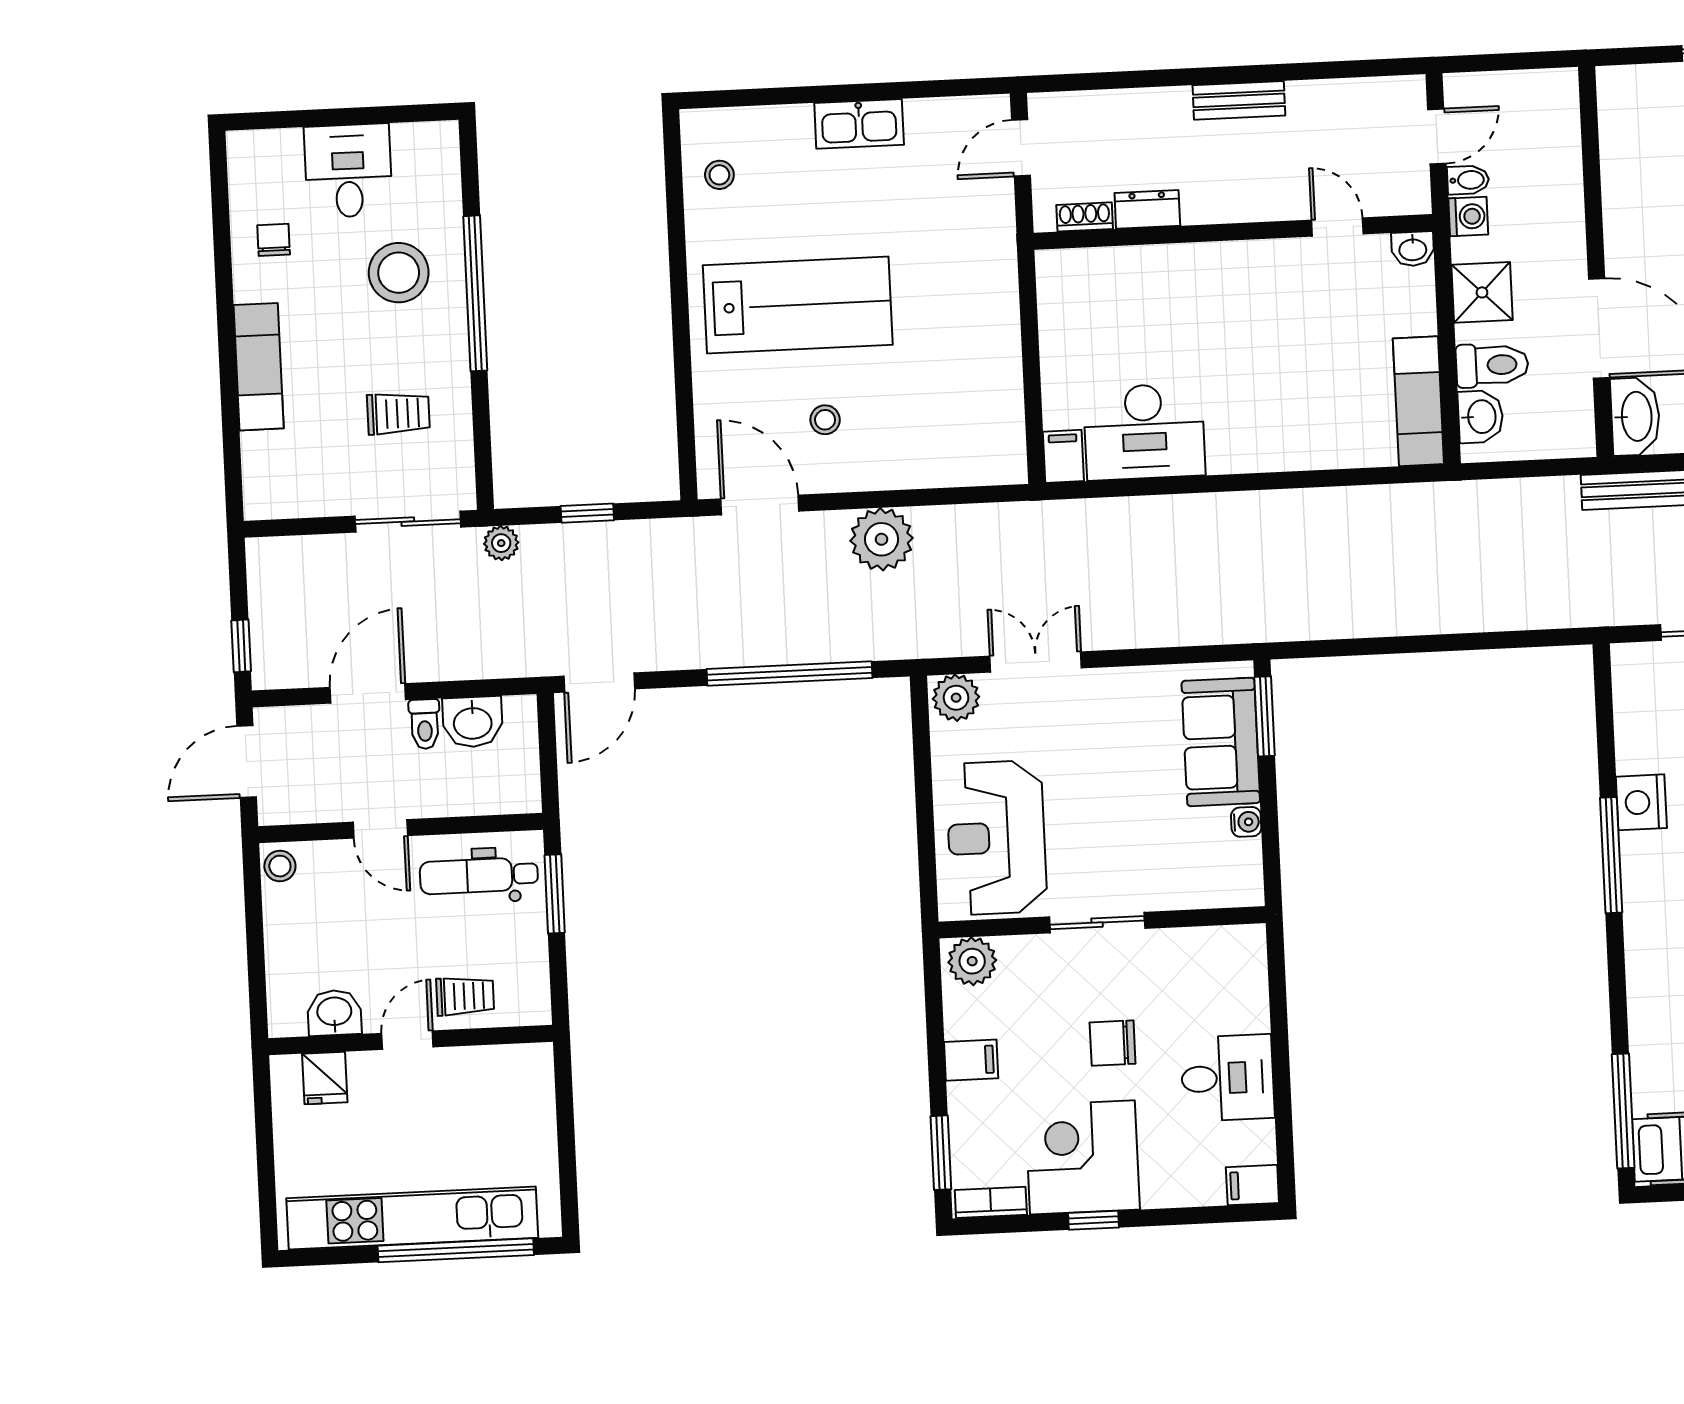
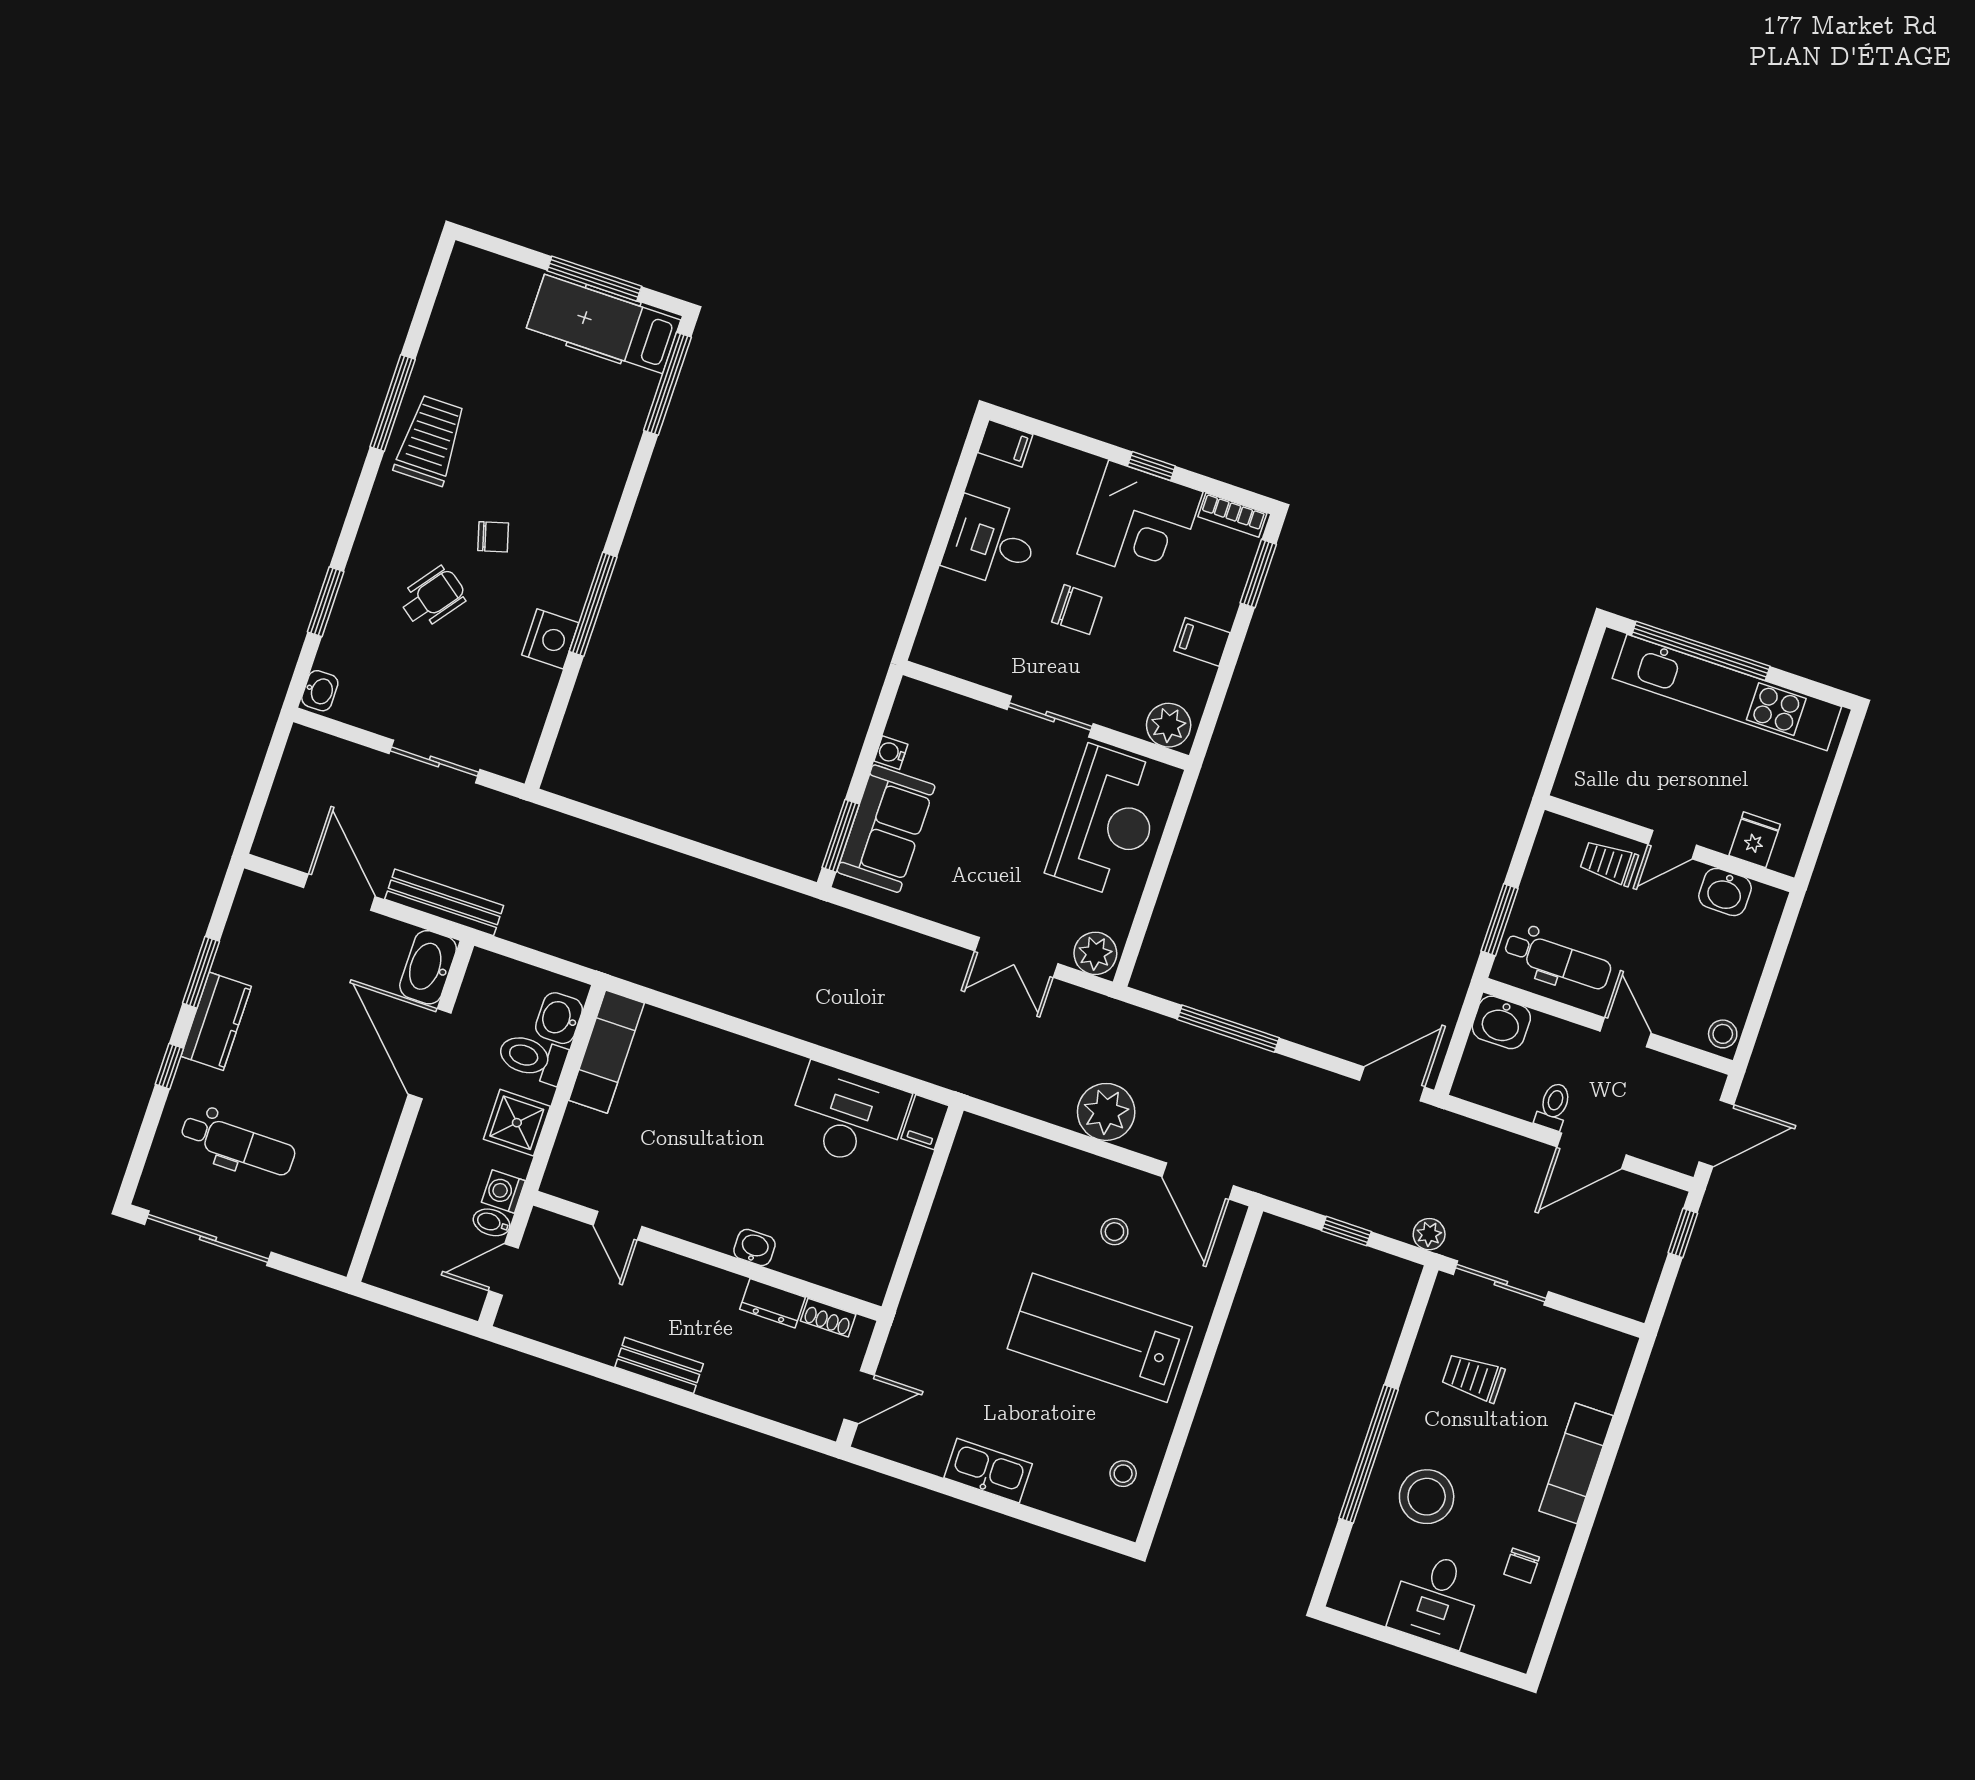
washbasin: (1413, 249) -> (754, 1247), moved
window: (790, 674) -> (1228, 1029), width x0.68
washbasin: (473, 722) -> (1501, 1022), moved, turned 180

